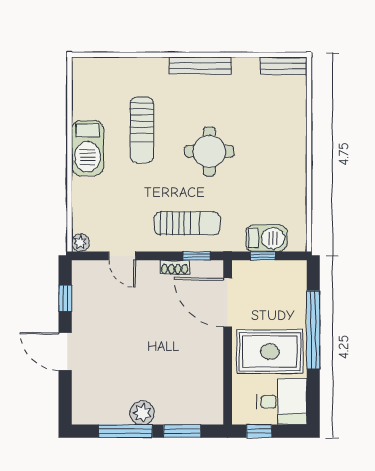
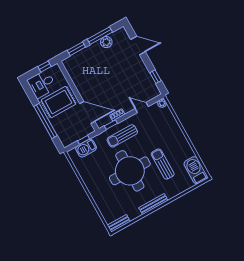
barbecue: (88, 148) -> (196, 170), moved
round table: (209, 151) -> (130, 171), width x1.86, depth x1.86
door: (65, 351) -> (138, 45), moved
plant: (142, 413) -> (106, 42), moved

